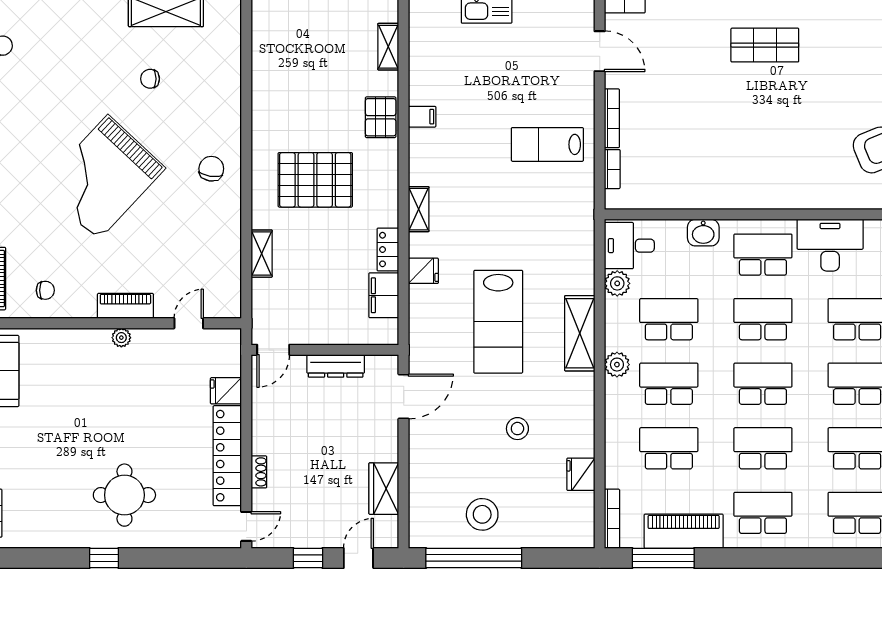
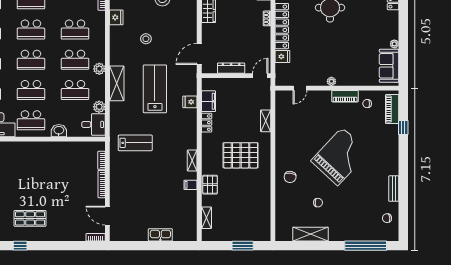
lab bench: (547, 144) -> (135, 143), moved
chair: (211, 169) -> (290, 177), moved
shelving: (419, 209) -> (192, 160), moved
fridge: (423, 271) -> (190, 102), moved
piano: (125, 306) -> (345, 96), moved

